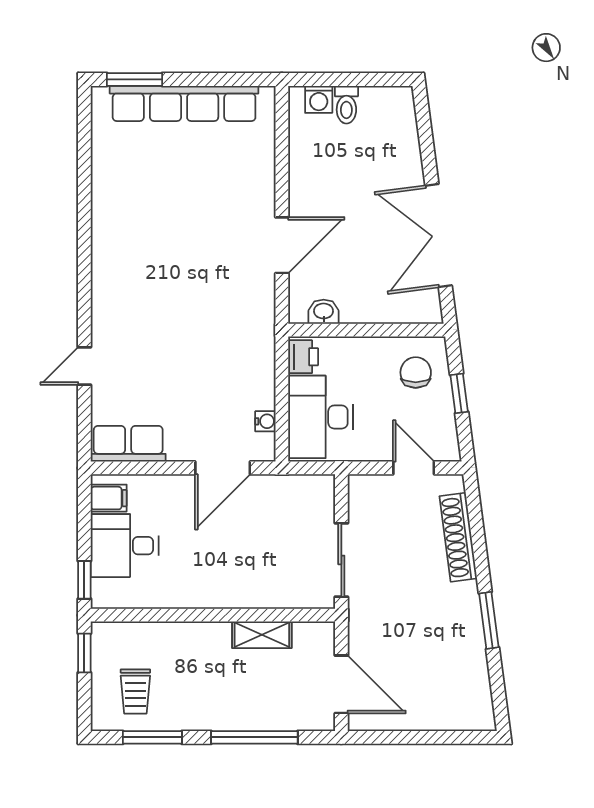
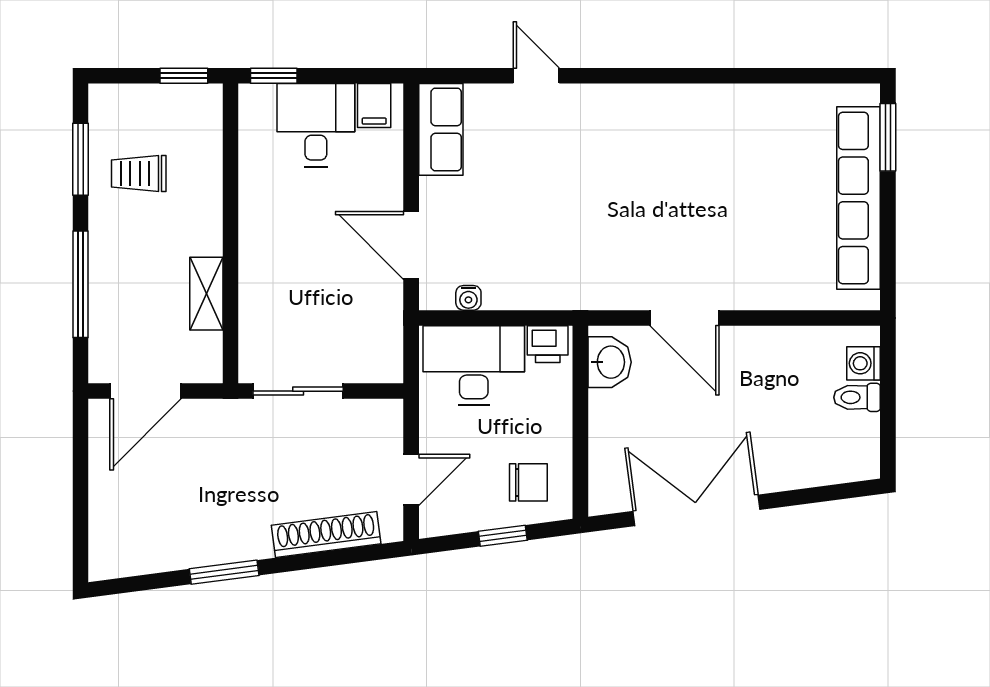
washbasin: (324, 312) -> (610, 362), width x1.38, depth x1.45
trolley: (135, 691) -> (139, 173), moved

